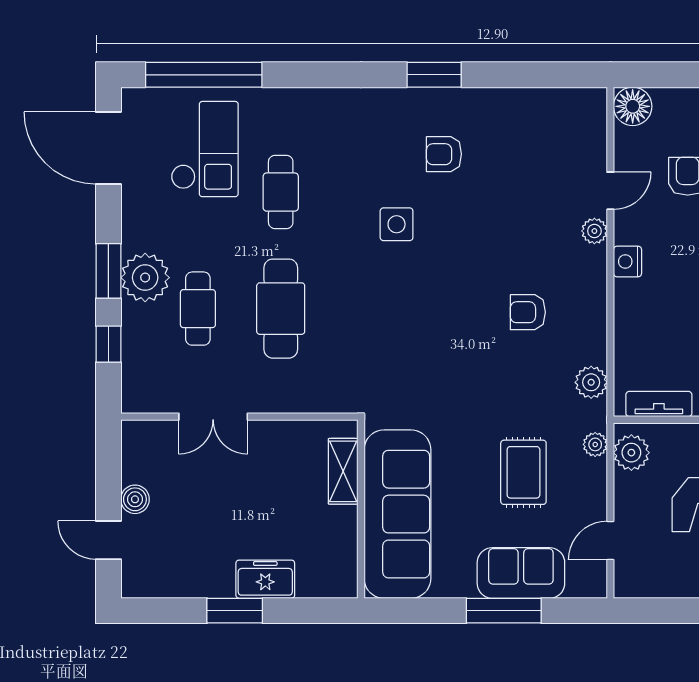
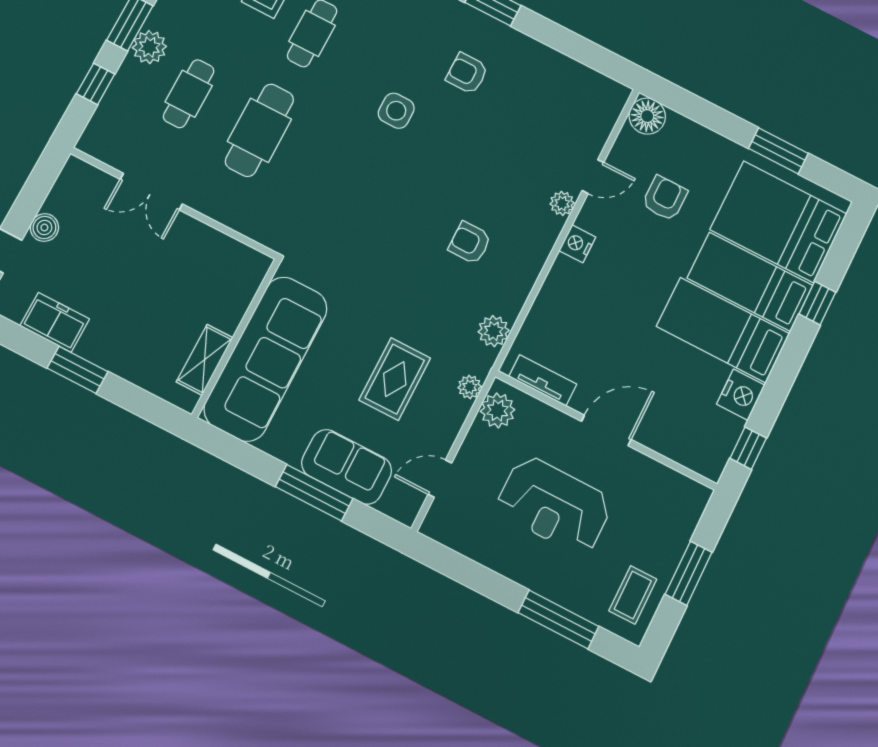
plant: (145, 278) -> (149, 47), width x0.73, depth x0.73
shelving: (343, 471) -> (205, 360), moved
freezer: (265, 579) -> (55, 322), moved

